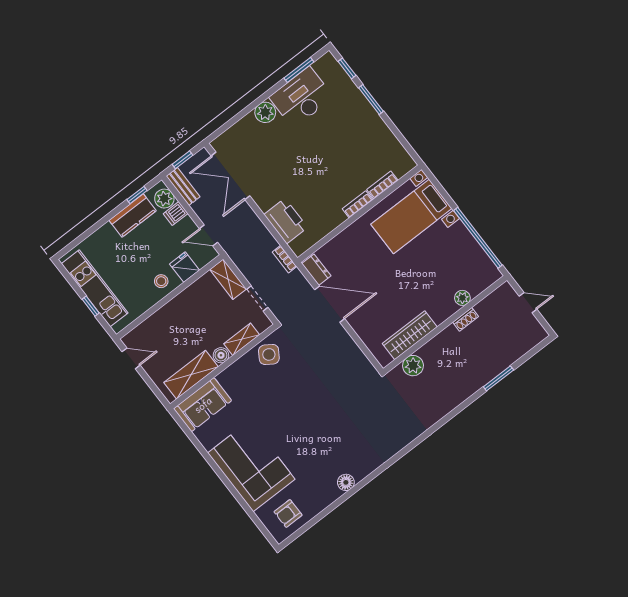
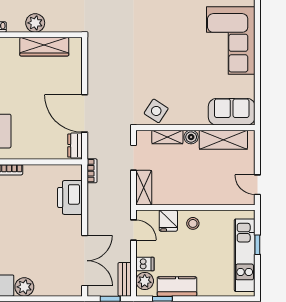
plant: (413, 366) -> (35, 23), moved

